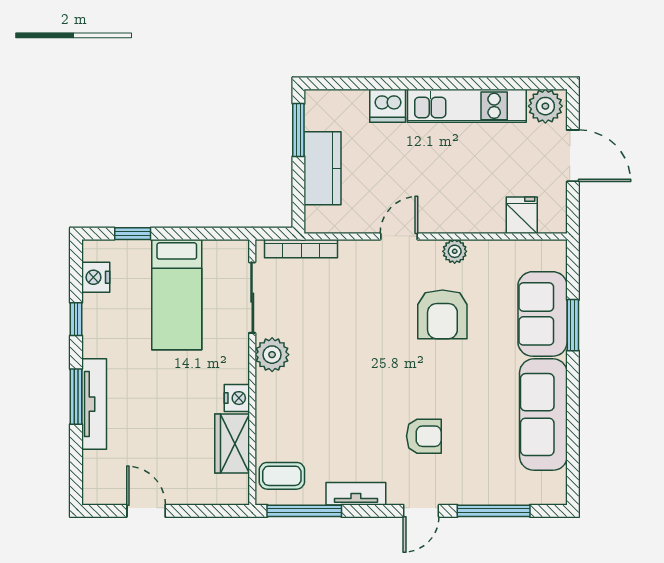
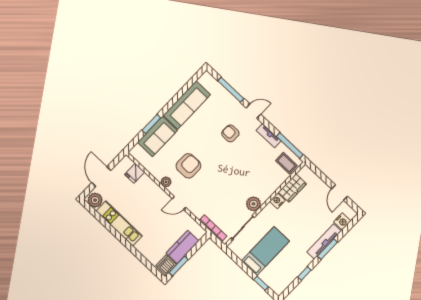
dishwasher: (388, 106) -> (166, 265), moved, turned -90
nightstand: (96, 277) -> (342, 221), moved

